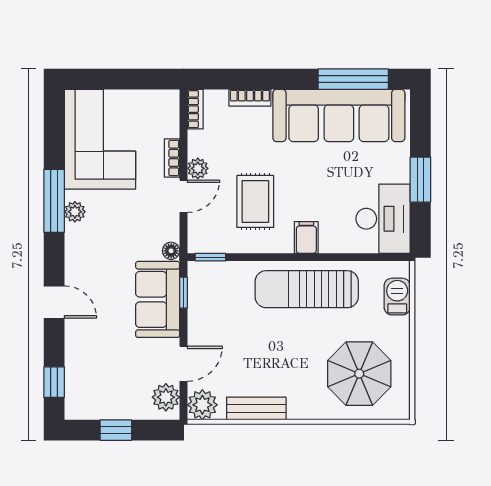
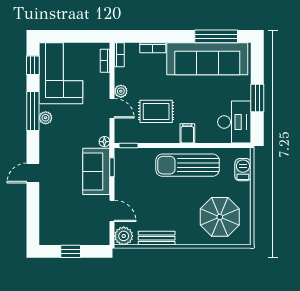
bookcase: (172, 158) -> (105, 61), moved
door: (183, 196) -> (112, 108), hinge flipped
rug: (255, 201) -> (156, 111), turned 90
door: (54, 302) -> (33, 173), swing flipped
door: (183, 364) -> (112, 211), hinge flipped
window: (54, 382) -> (33, 65), moved
plant: (166, 397) -> (101, 231), removed

